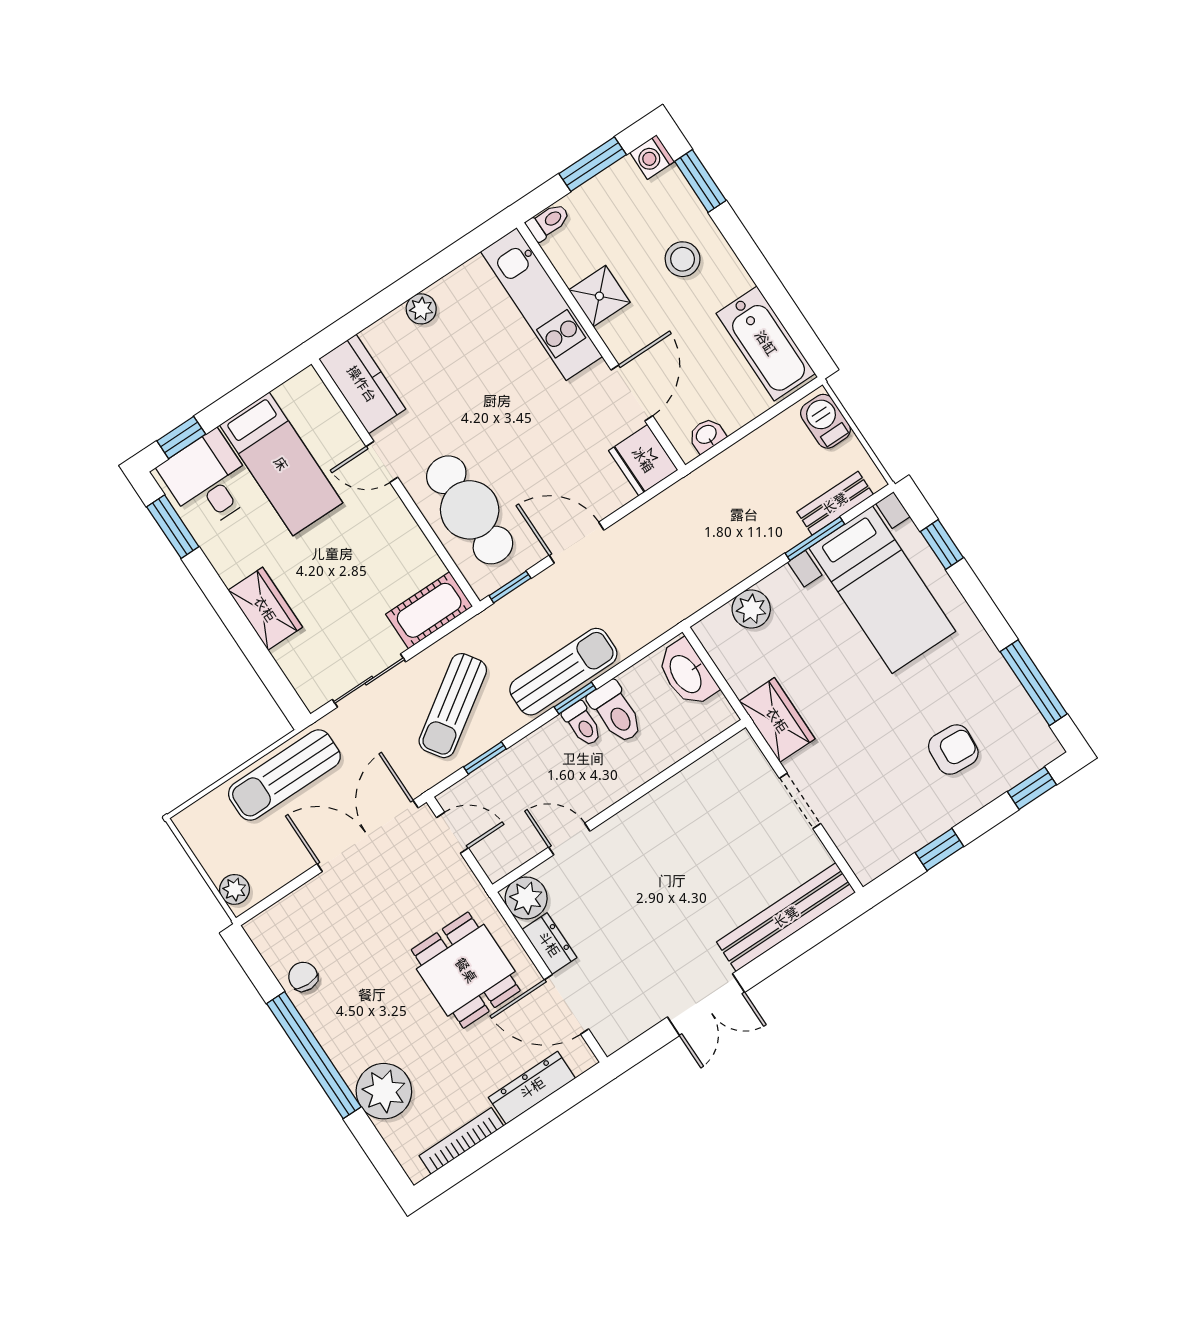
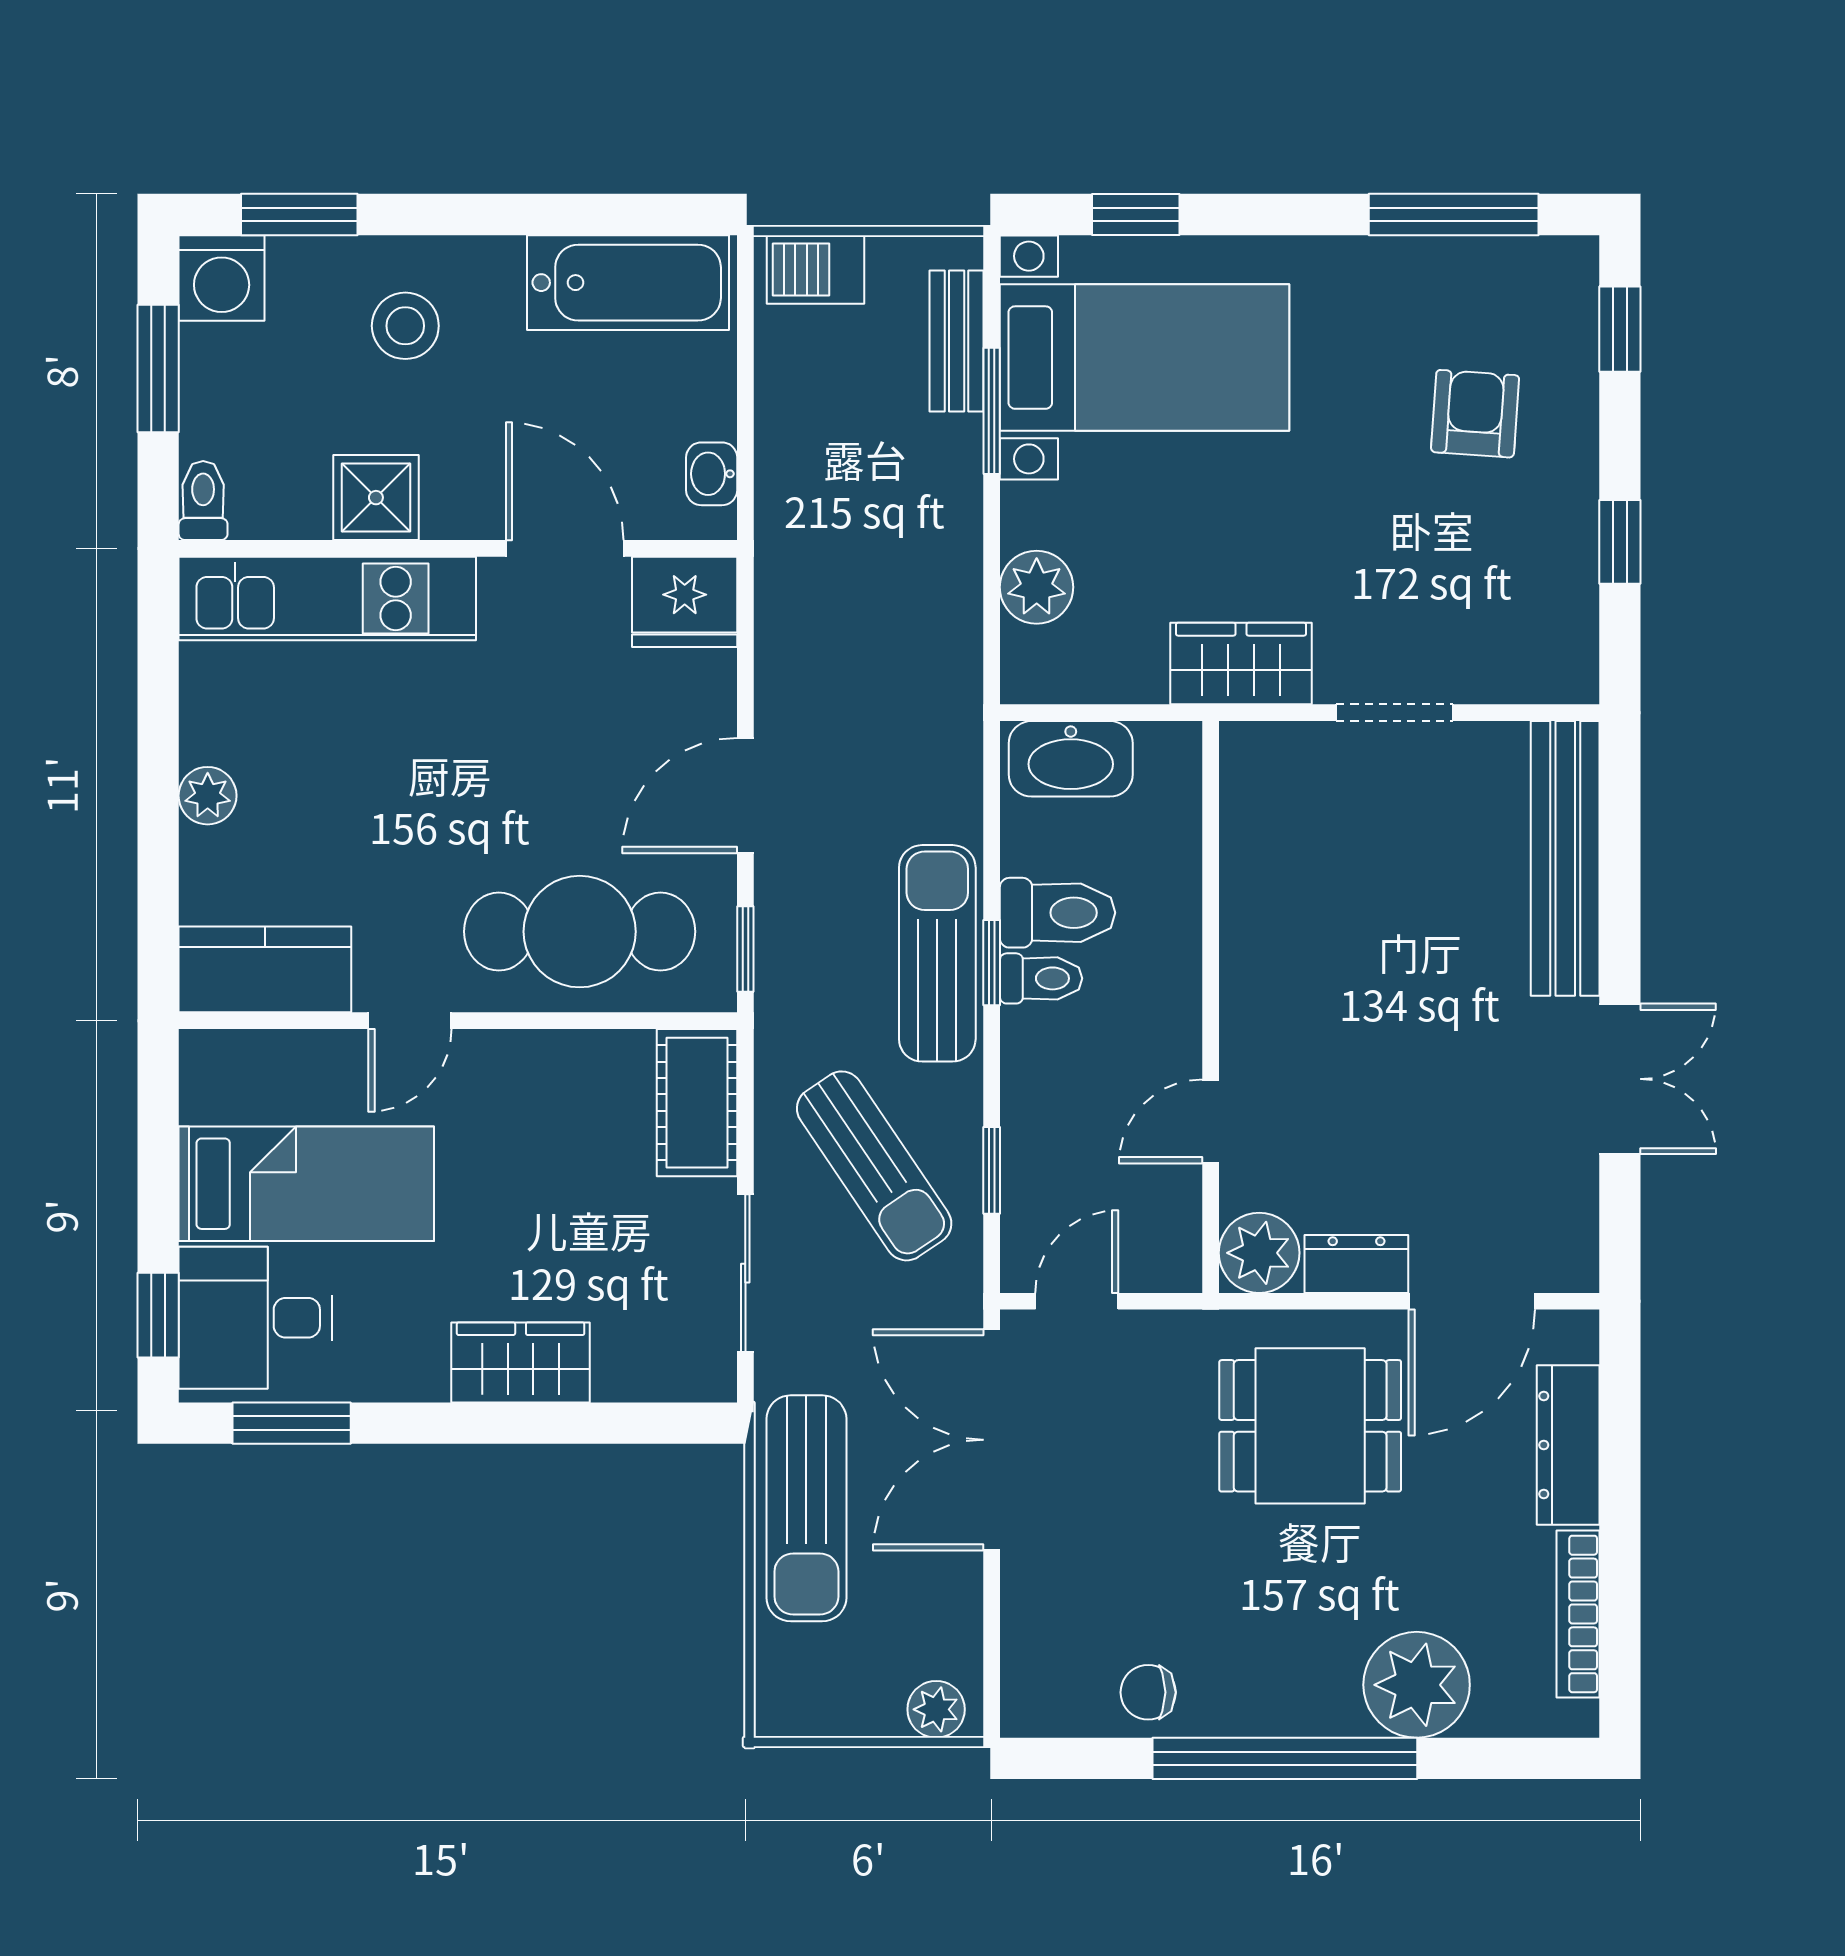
washing machine: (652, 157) -> (222, 278), width x1.38, depth x1.38

